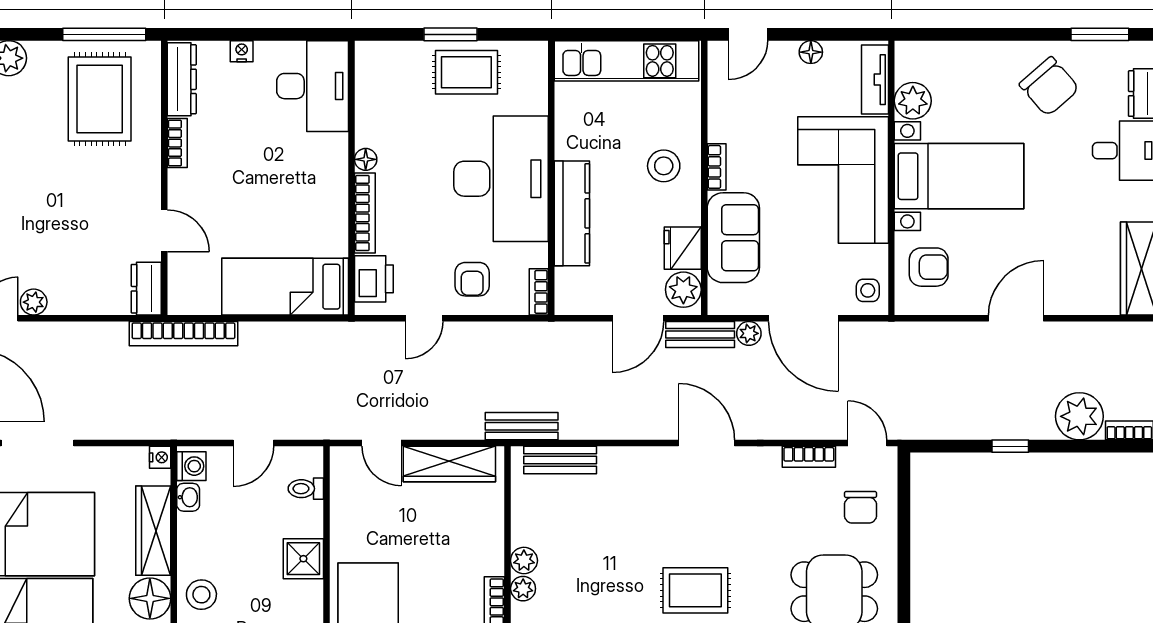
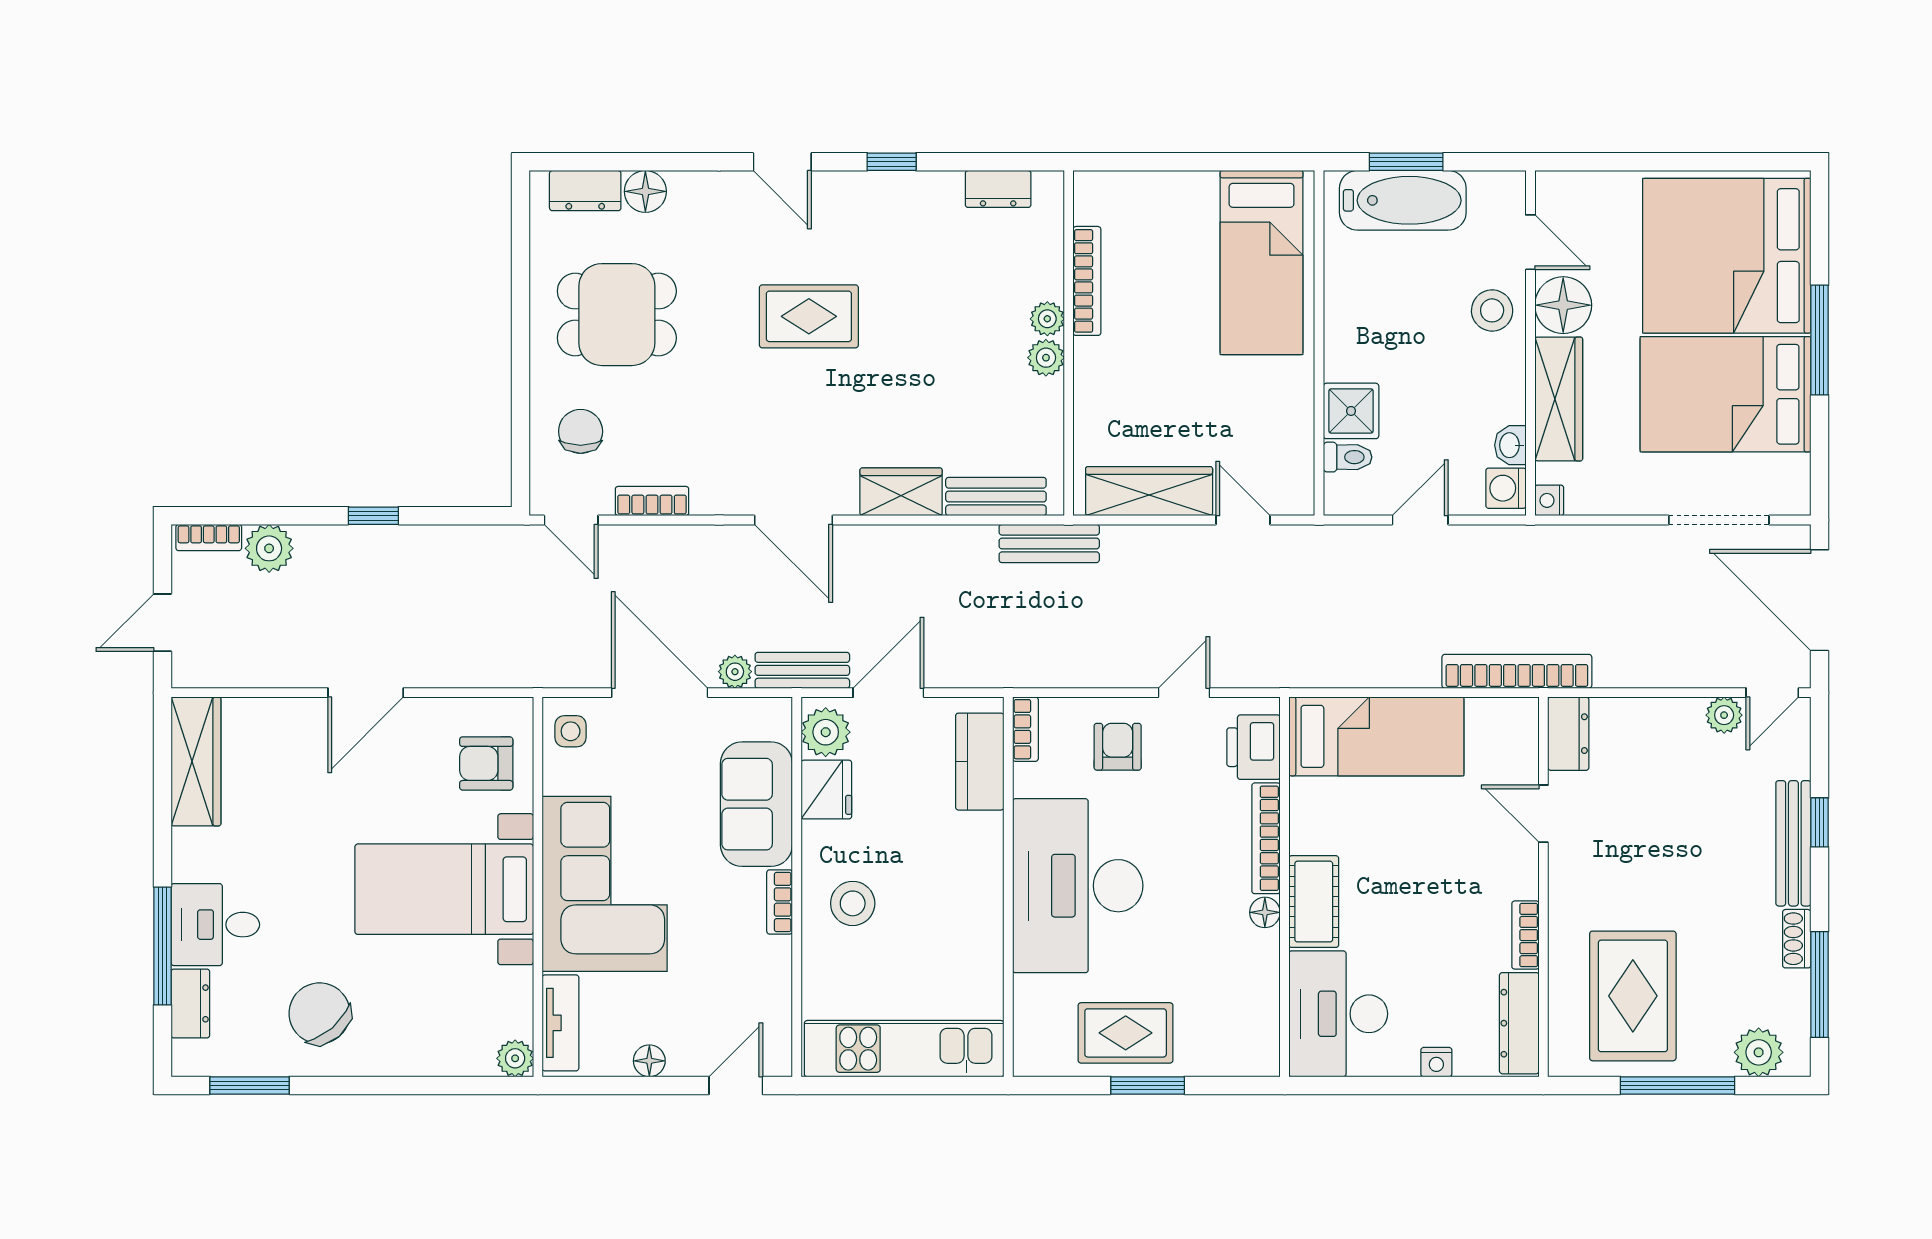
window: (104, 34) -> (1677, 1085), moved
plant: (913, 101) -> (515, 1058), moved, width x0.73, depth x0.73
cot: (330, 167) -> (1314, 902), added
kitchen counter: (572, 213) -> (980, 762), moved, width x0.67
plant: (1079, 416) -> (269, 548), width x0.73, depth x0.73
wardrobe: (629, 463) -> (901, 492), added
shower: (303, 559) -> (1351, 411), moved

